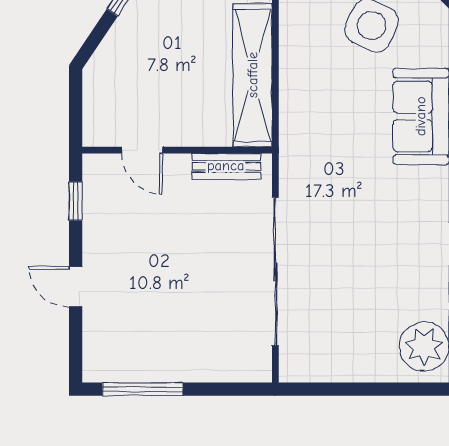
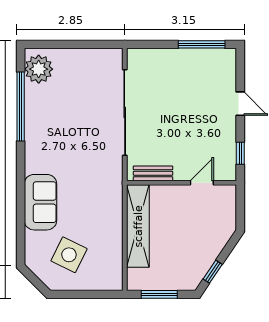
door: (142, 150) -> (202, 183), hinge flipped

